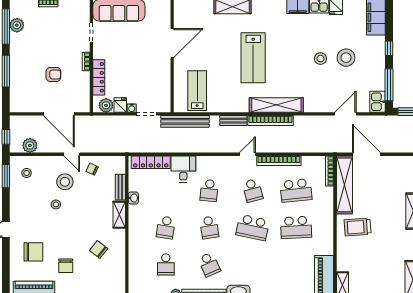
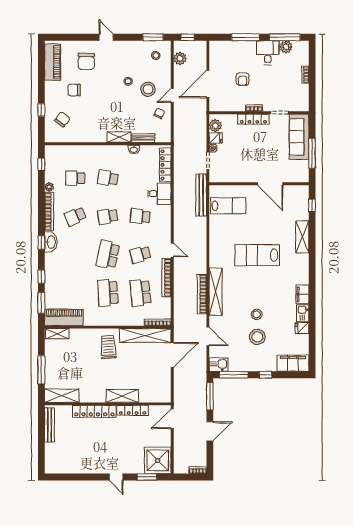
desk: (23, 46) -> (268, 53), added
locker: (99, 77) -> (253, 119), moved
shelving: (276, 105) -> (216, 292), moved
bench: (233, 121) -> (202, 238), removed
bookcase: (270, 121) -> (202, 294), moved
chair: (99, 249) -> (62, 119), moved

